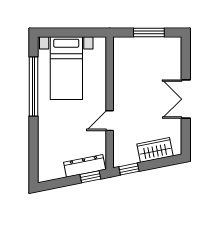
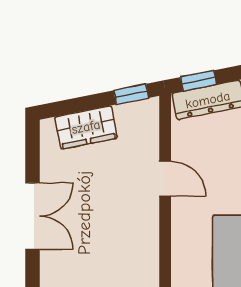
door: (110, 121) -> (165, 179), hinge flipped

